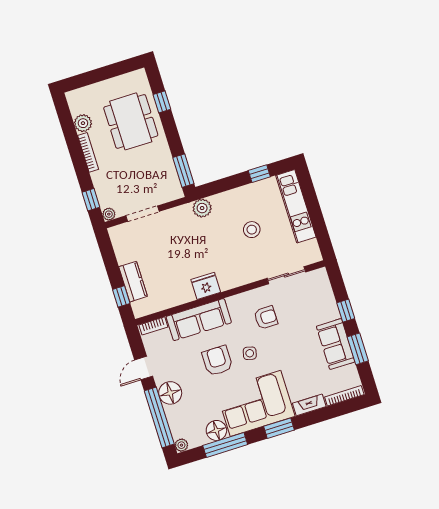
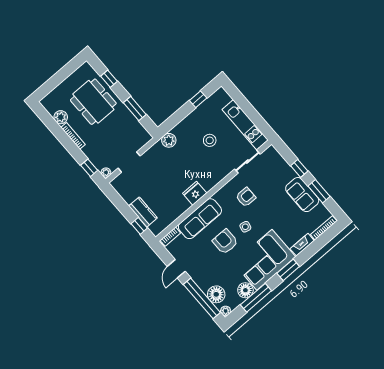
window: (183, 171) -> (135, 109), moved
kitchen unit: (296, 206) -> (245, 125), moved
floor lamp: (170, 393) -> (216, 294), moved

